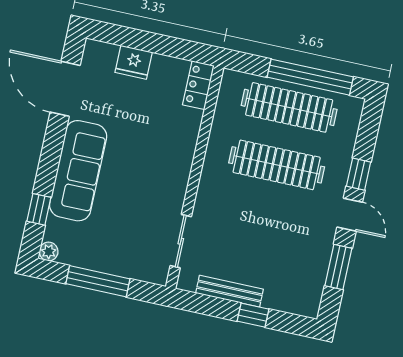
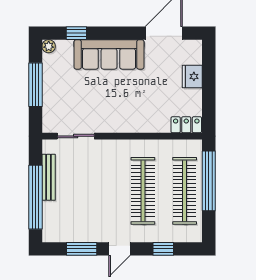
window: (310, 77) -> (209, 181), moved
window: (359, 174) -> (163, 249), moved
window: (253, 315) -> (35, 197), width x3.17

